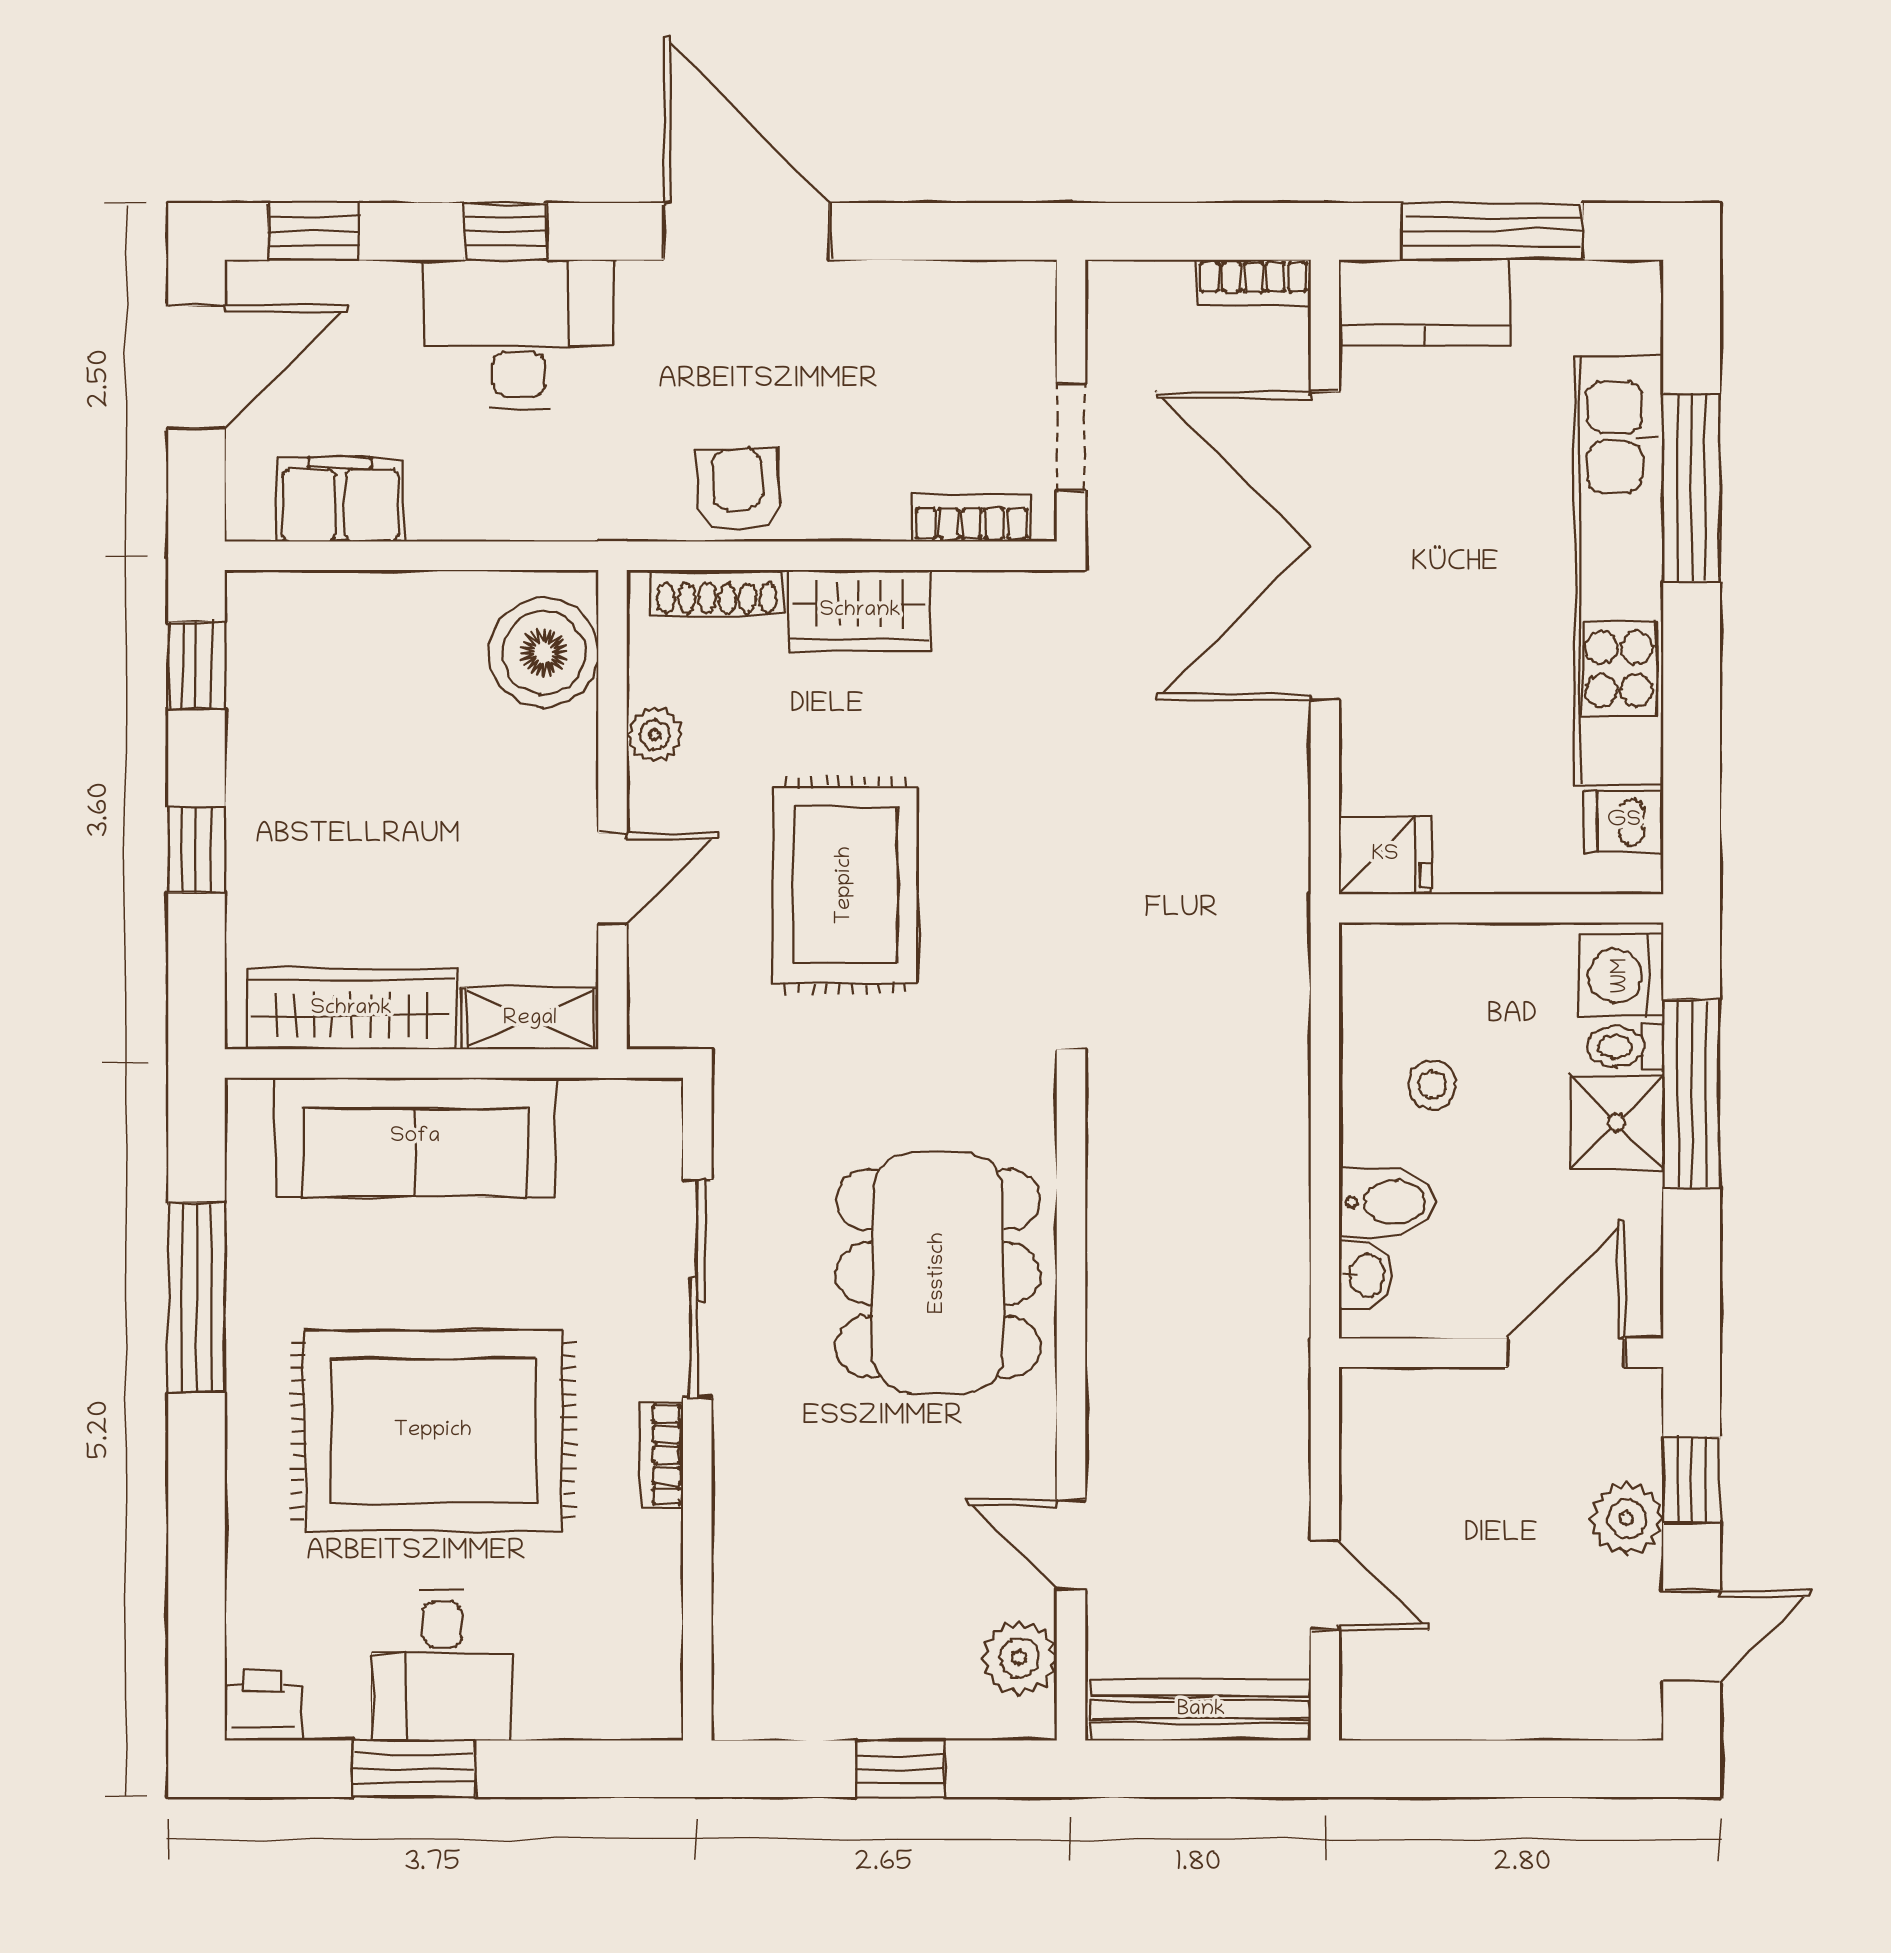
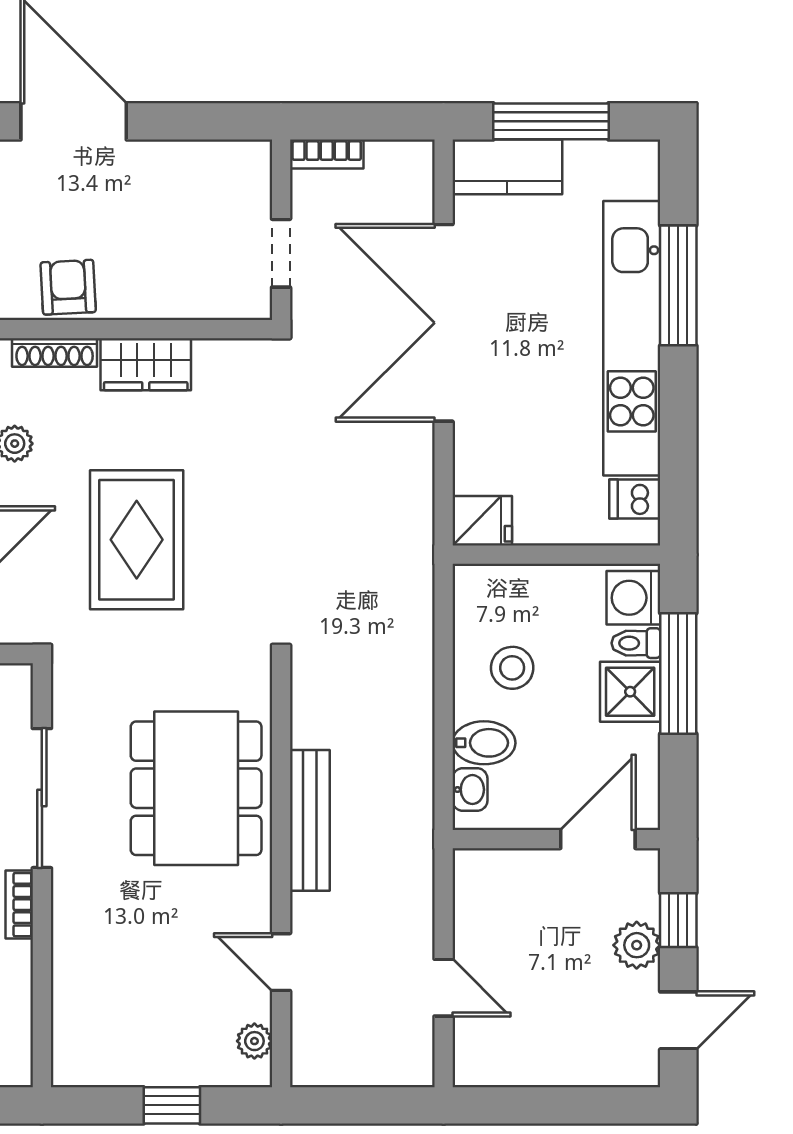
bookcase: (1254, 282) -> (327, 154), moved
bookcase: (971, 518) -> (217, 305), removed
stool: (1432, 1085) -> (512, 668), width x1.37, depth x1.37
plant: (1019, 1658) -> (254, 1041), width x0.73, depth x0.73
bench: (1201, 1710) -> (310, 820), moved, turned 90

